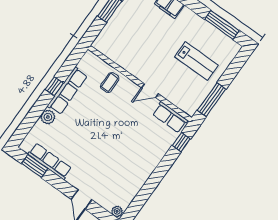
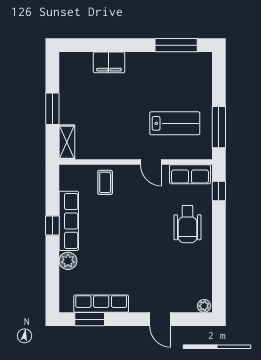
shelving: (103, 38) -> (67, 142), added
lab bench: (196, 61) -> (175, 123), moved
door: (150, 91) -> (151, 162), hinge flipped
wheelchair: (145, 149) -> (188, 224), added

